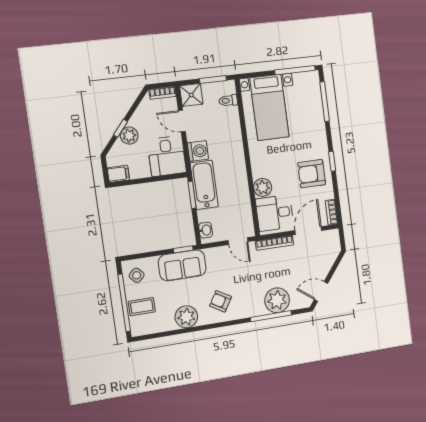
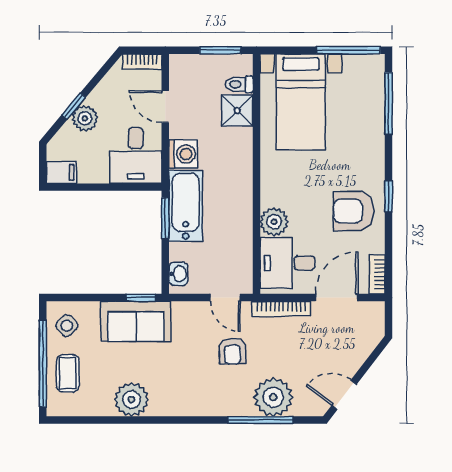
shower: (191, 95) -> (237, 110), moved
armchair: (220, 301) -> (232, 351), moved, turned -123
coffee table: (142, 307) -> (68, 373), turned 90

